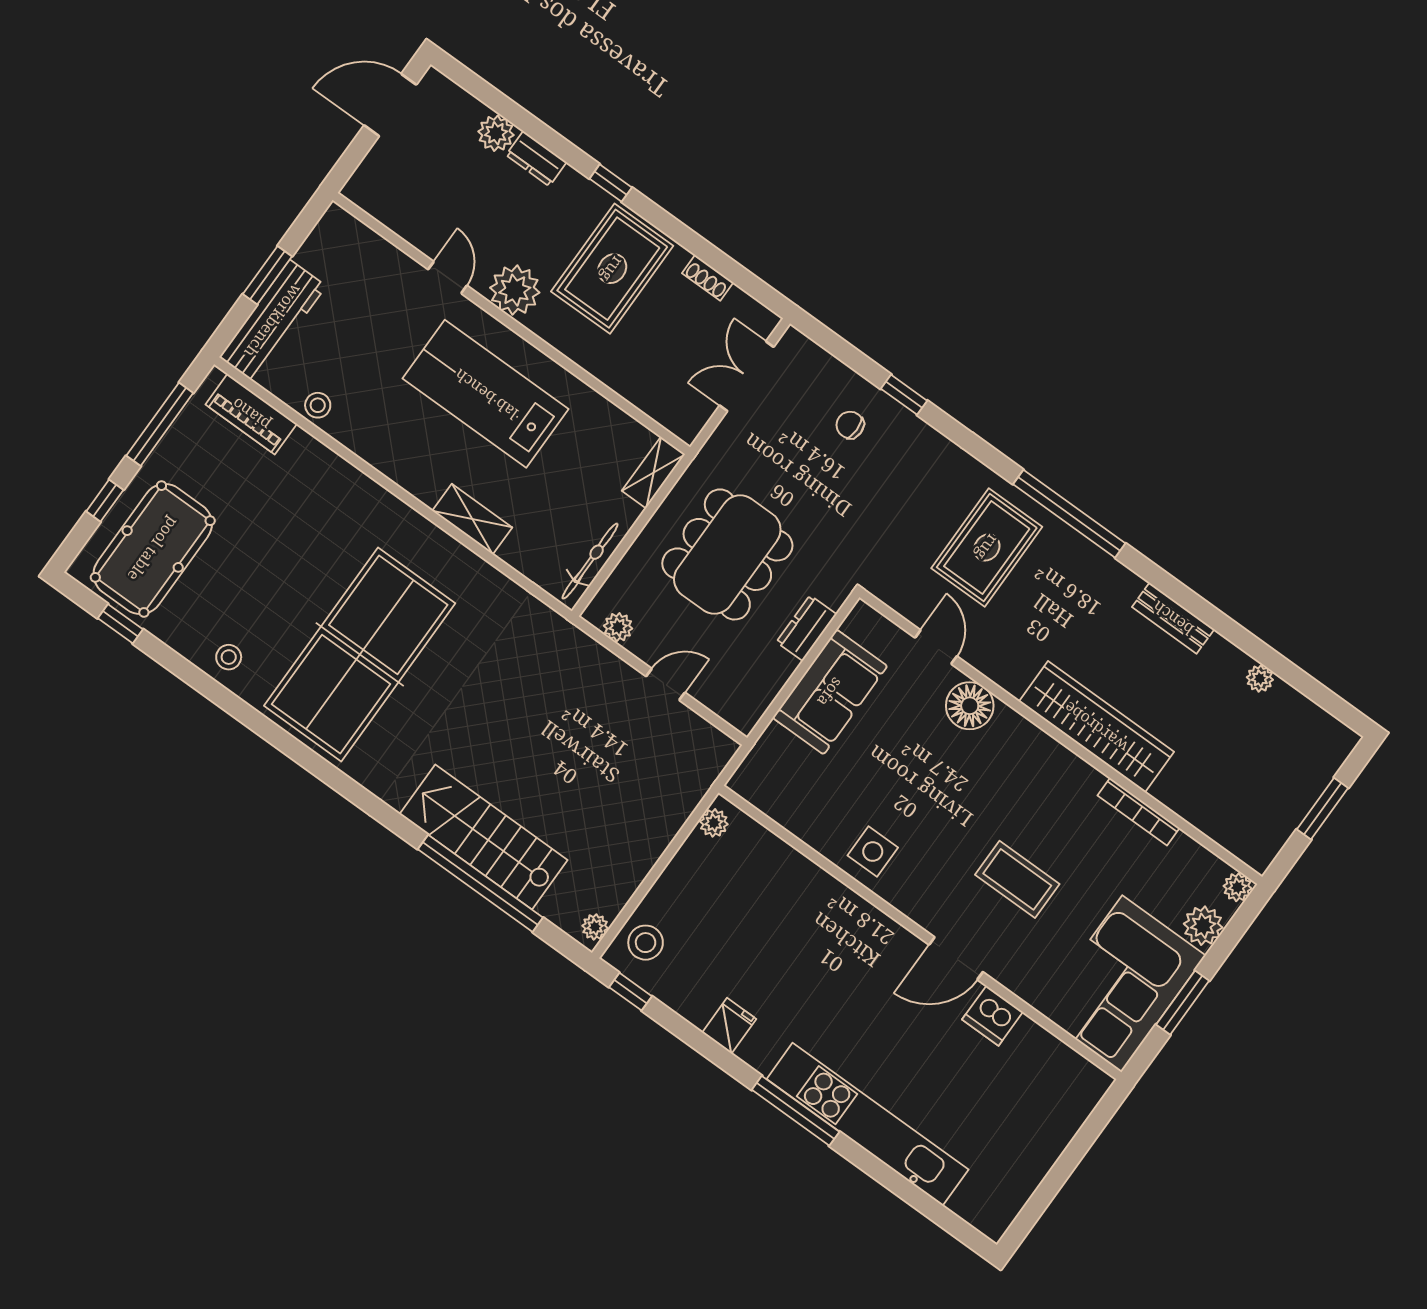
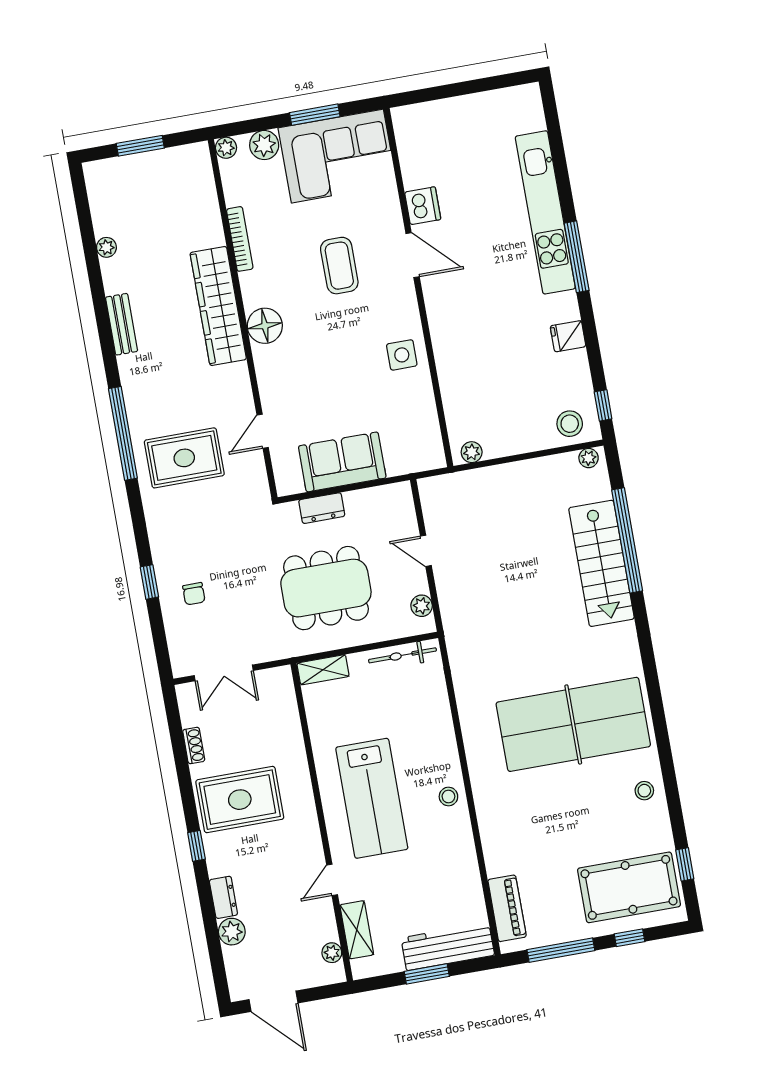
plant: (515, 290) -> (332, 953), moved, width x0.53, depth x0.53
stool: (318, 405) -> (448, 796), moved
shelving: (472, 519) -> (357, 930), moved
floor lamp: (970, 706) -> (265, 326), moved

